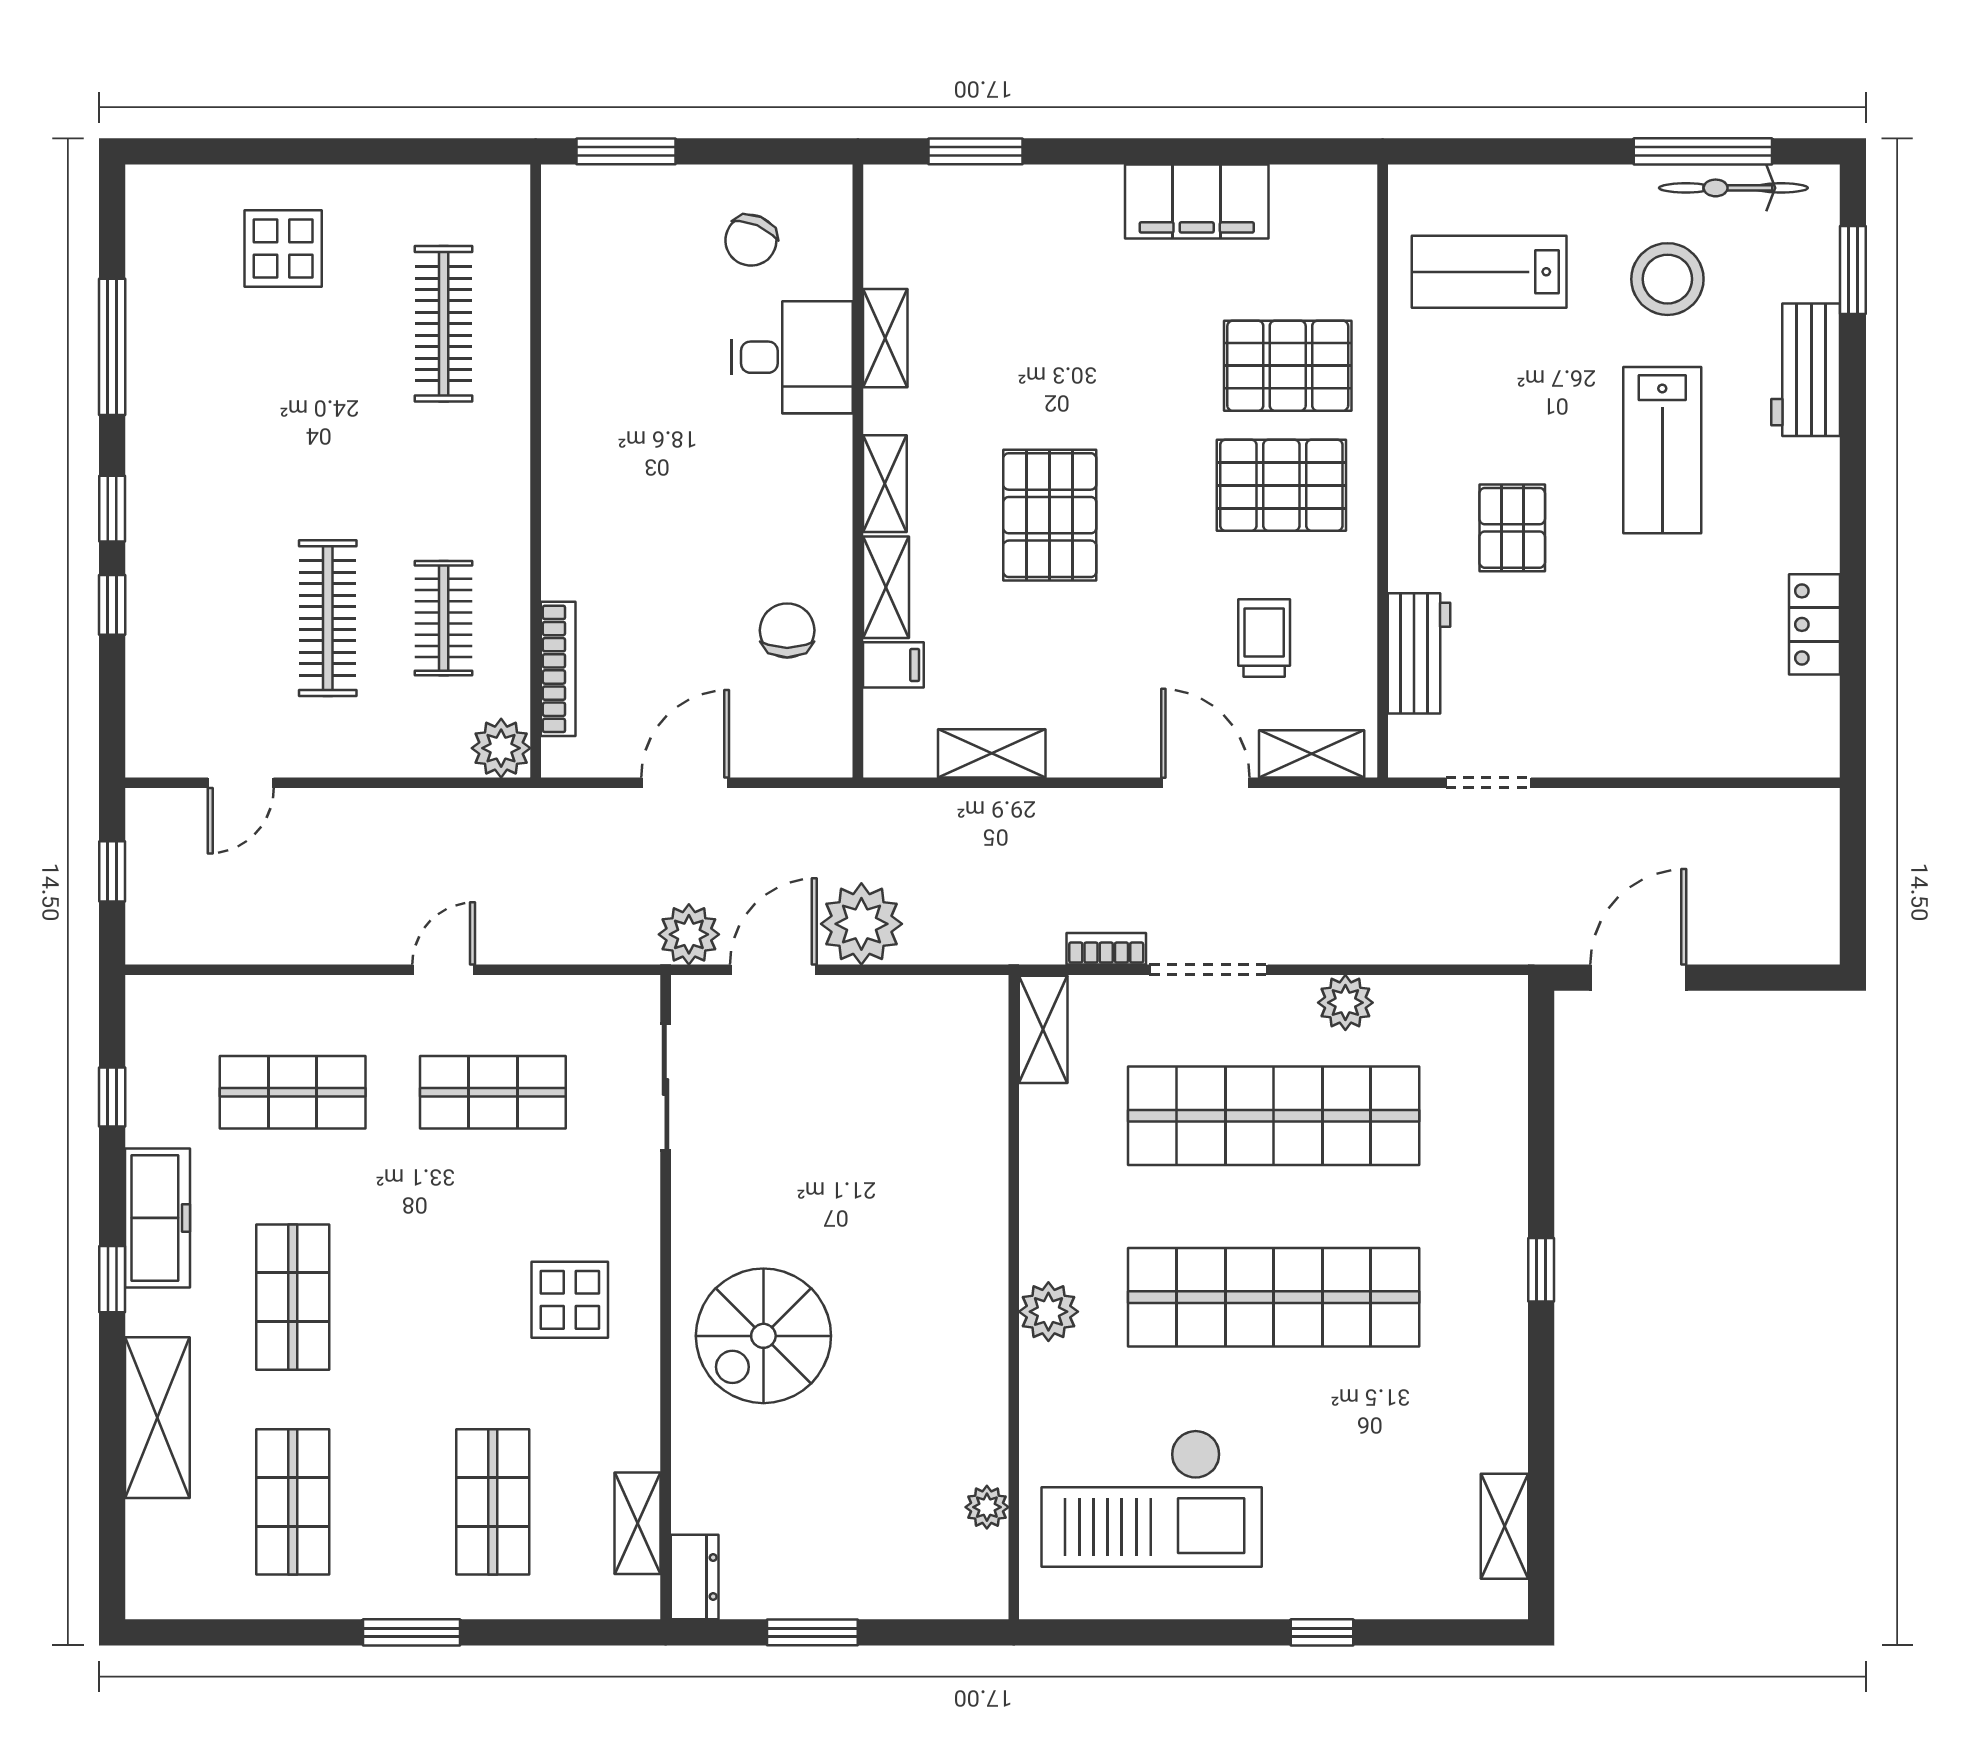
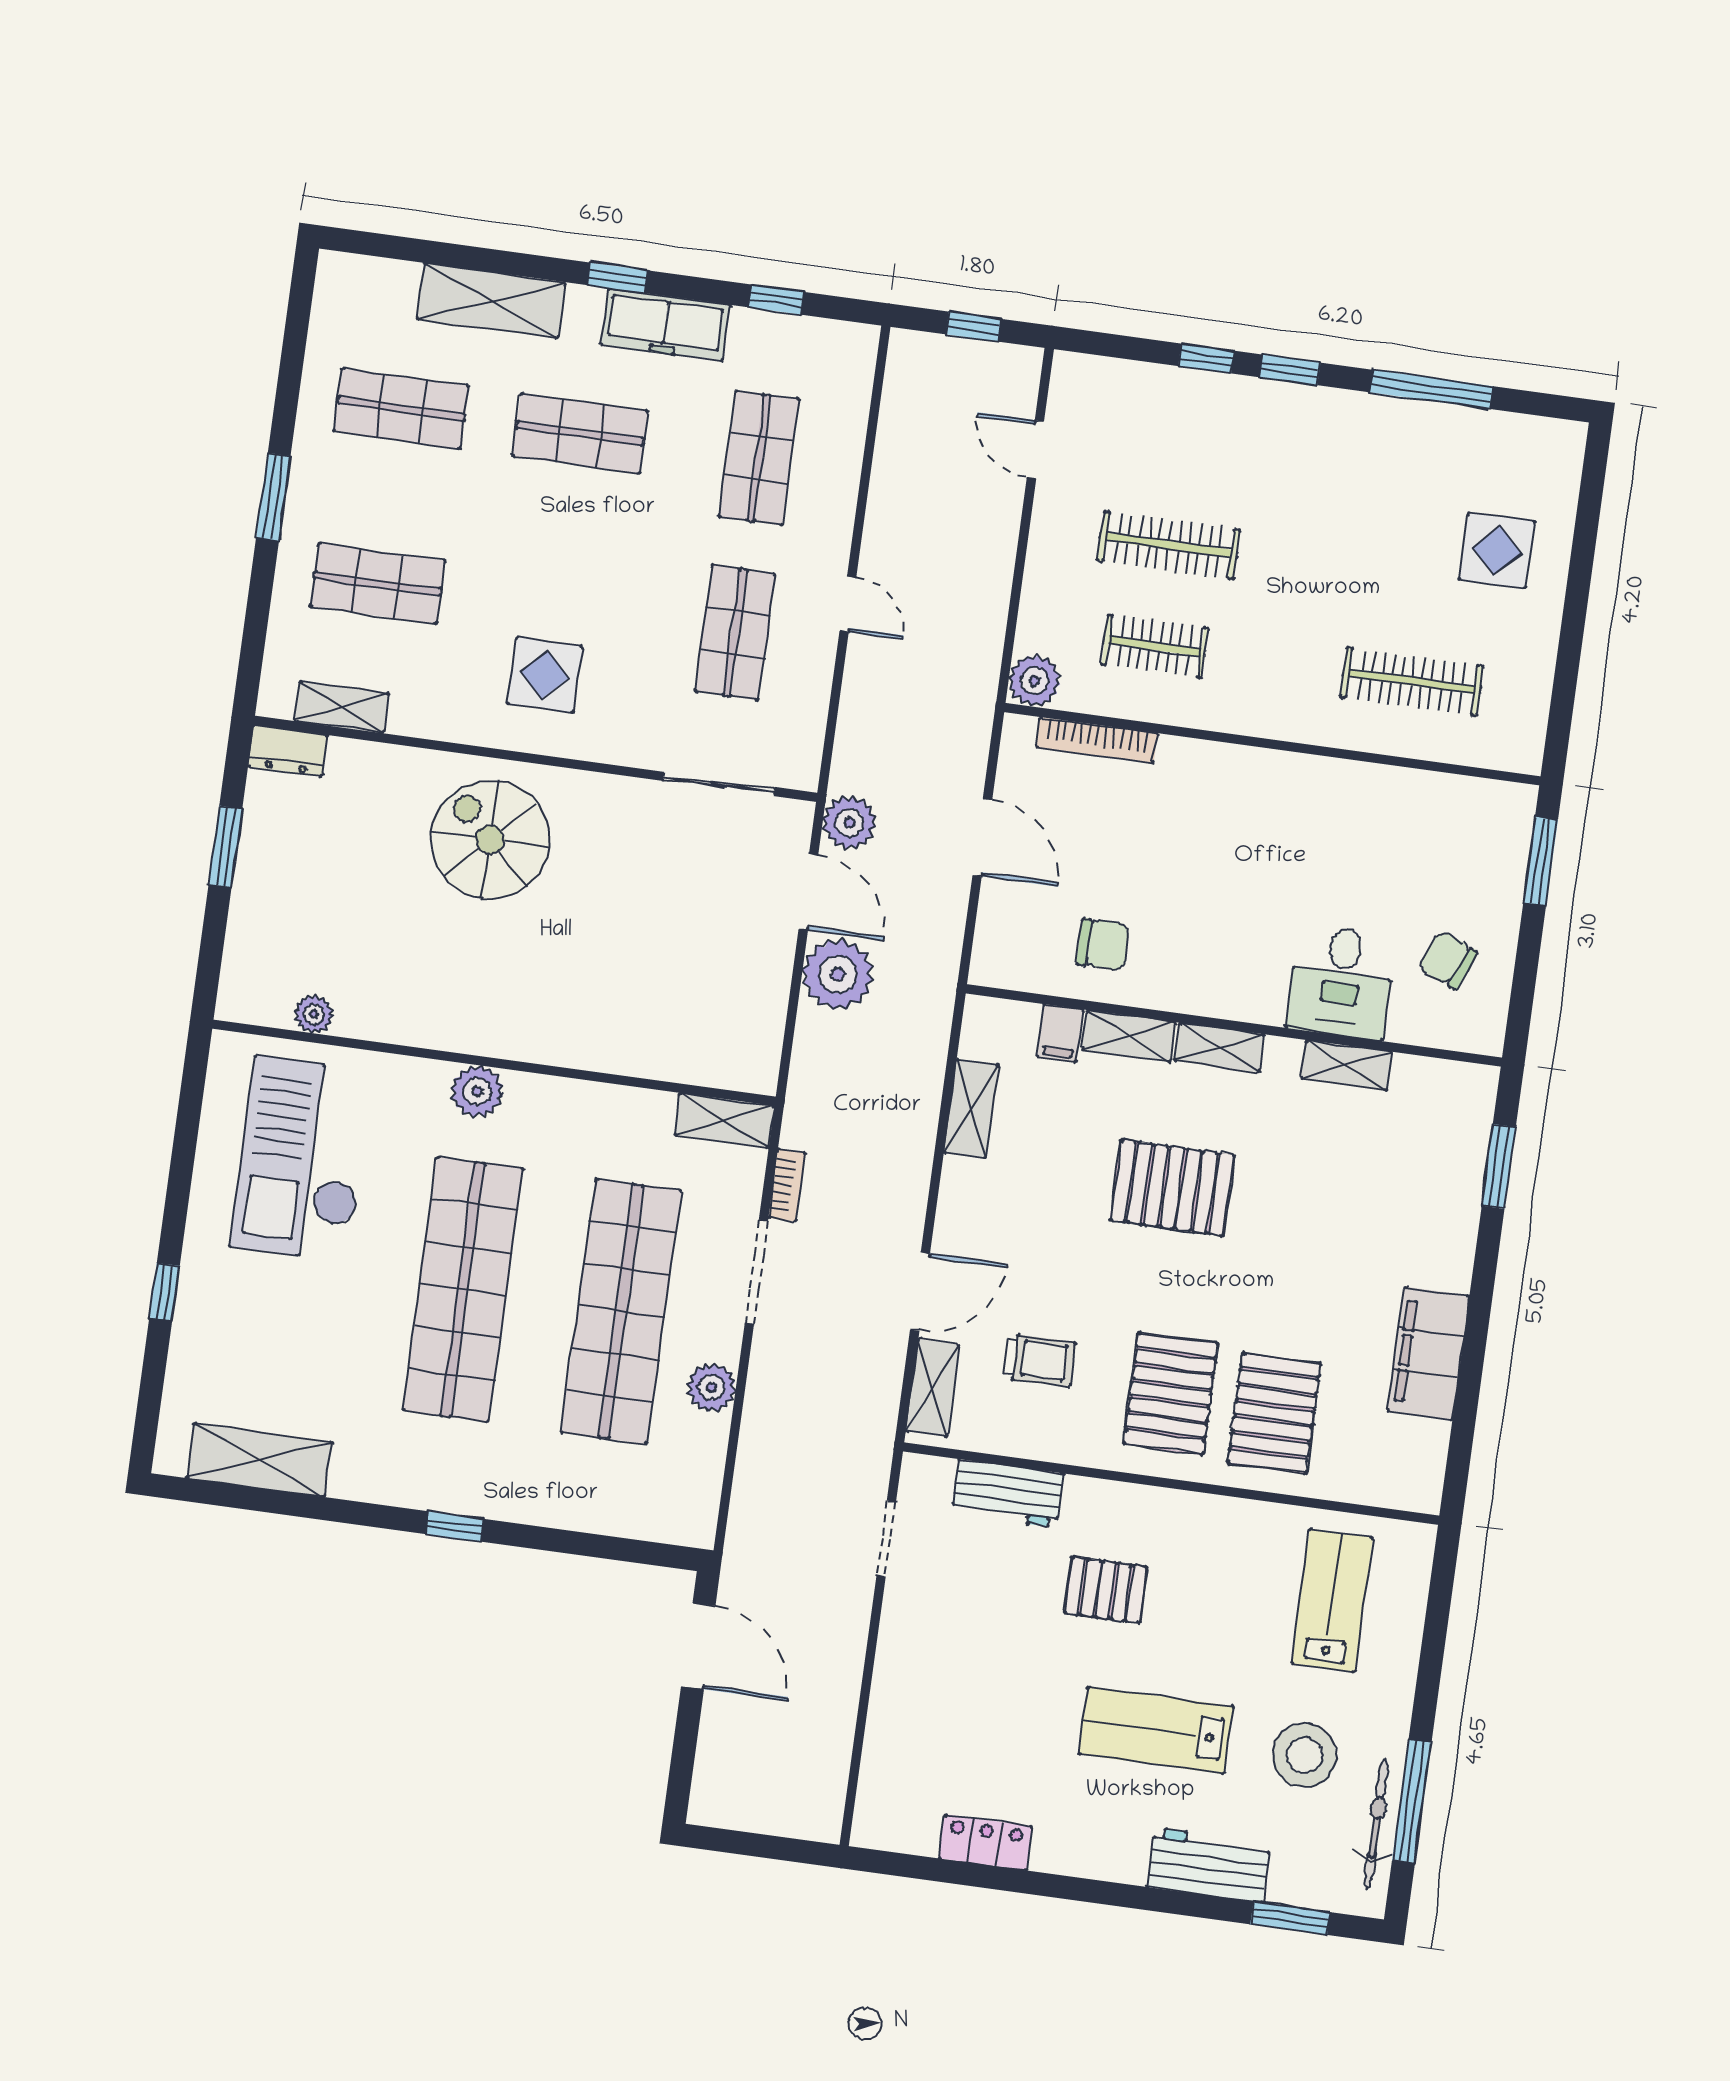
shelving: (1504, 1526) -> (259, 1460), width x1.50, depth x1.33

